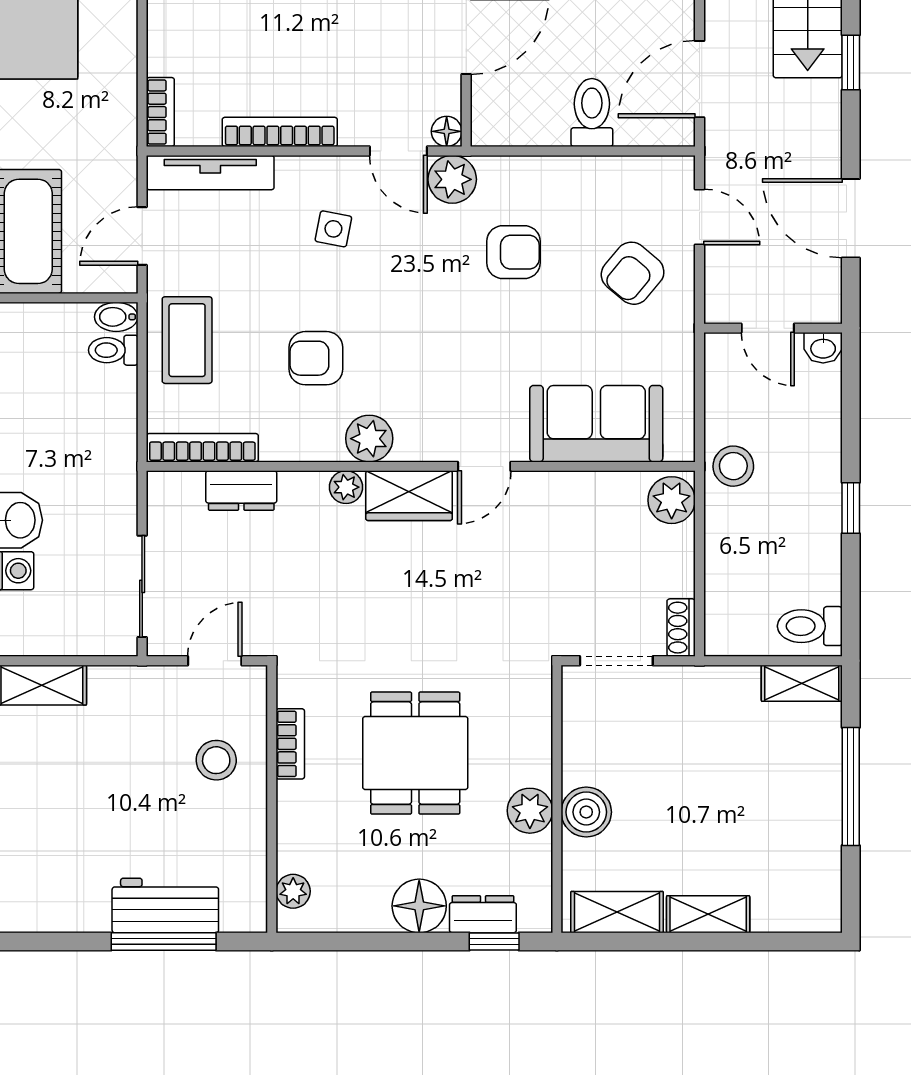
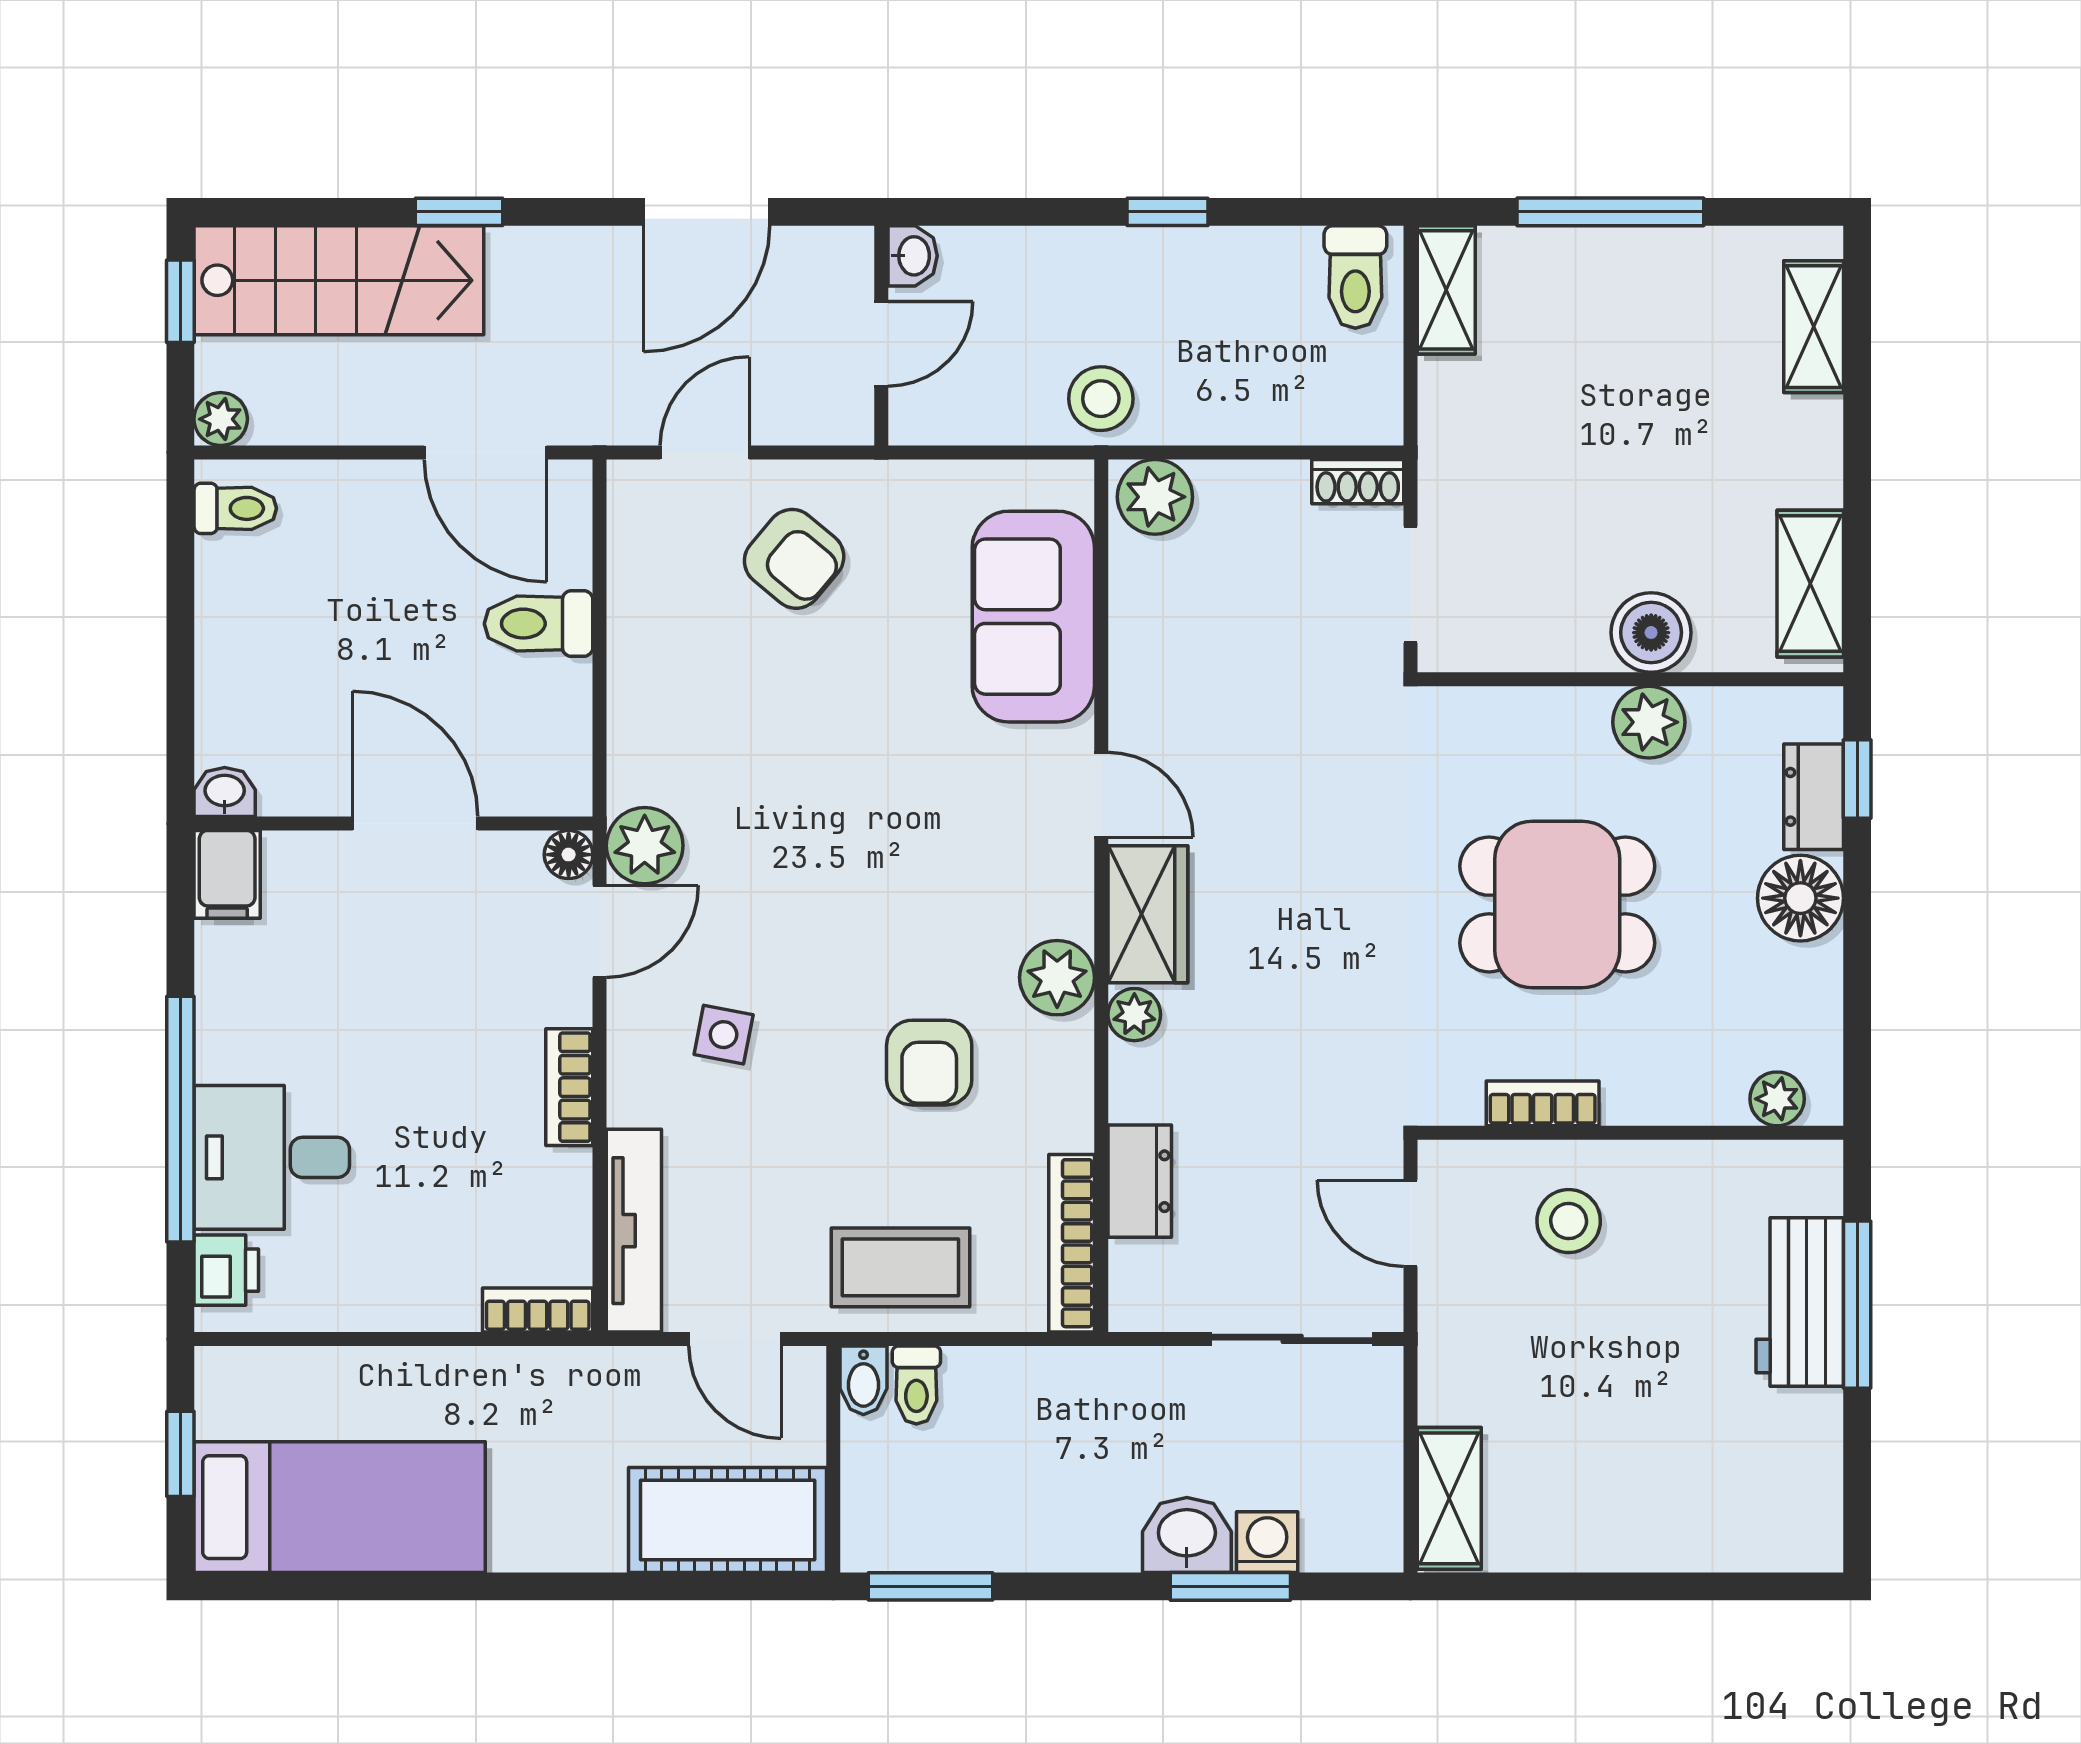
bookcase: (280, 132) -> (569, 1087), width x0.64
armchair: (513, 252) -> (760, 748), removed
shelving: (708, 914) -> (1814, 327), moved

